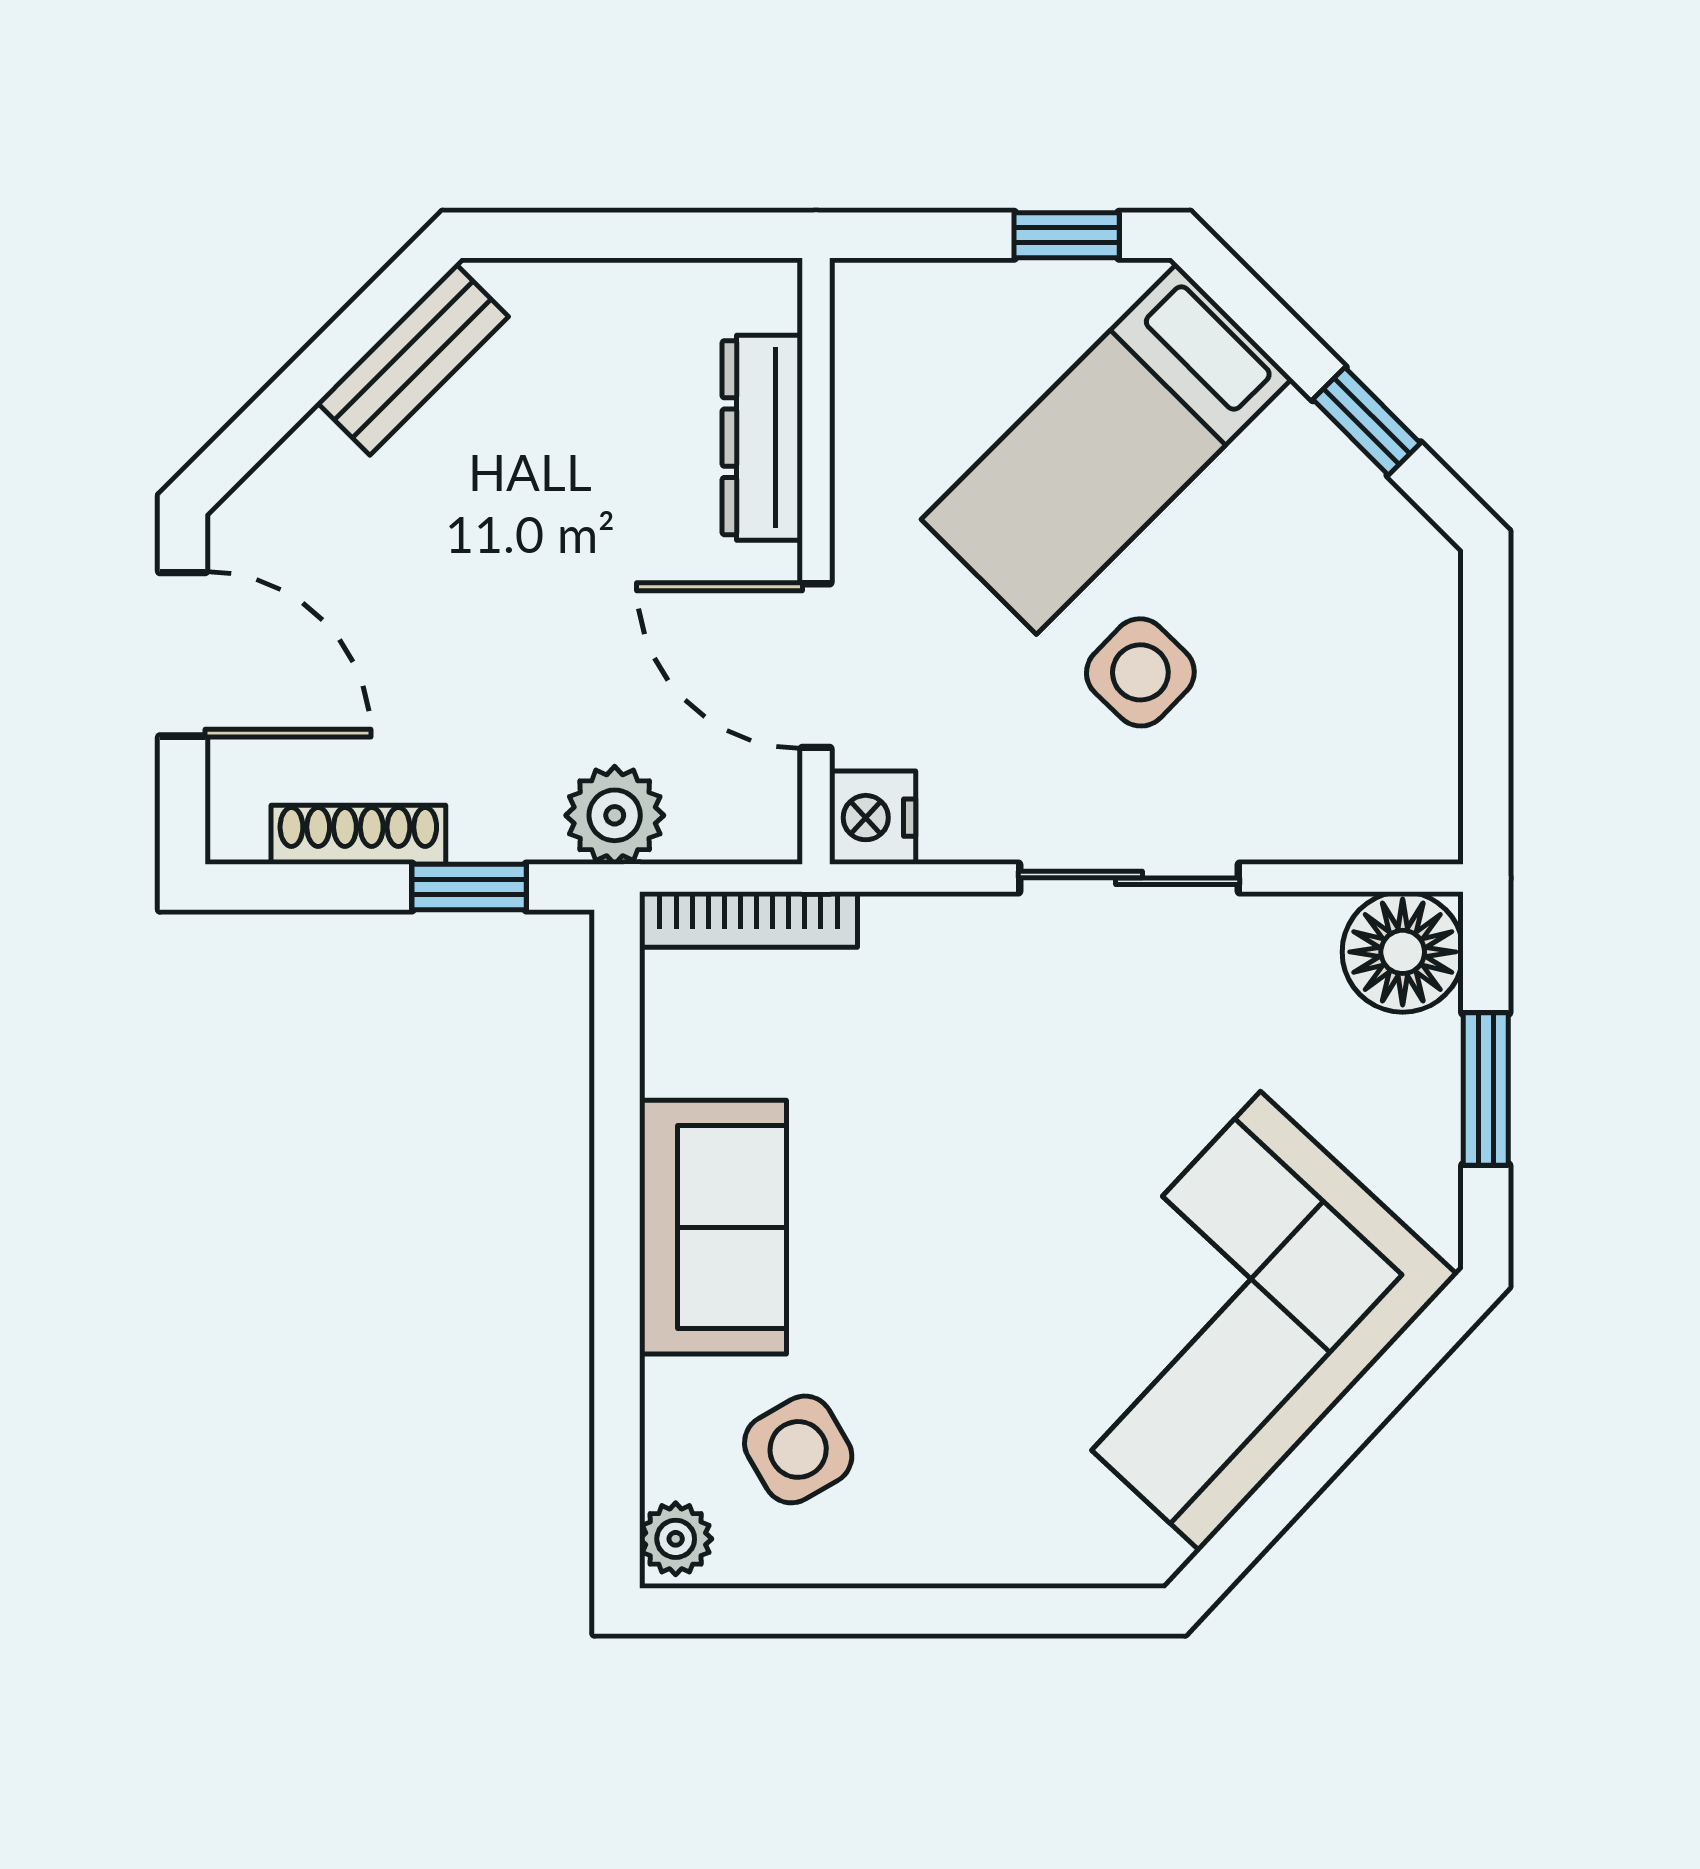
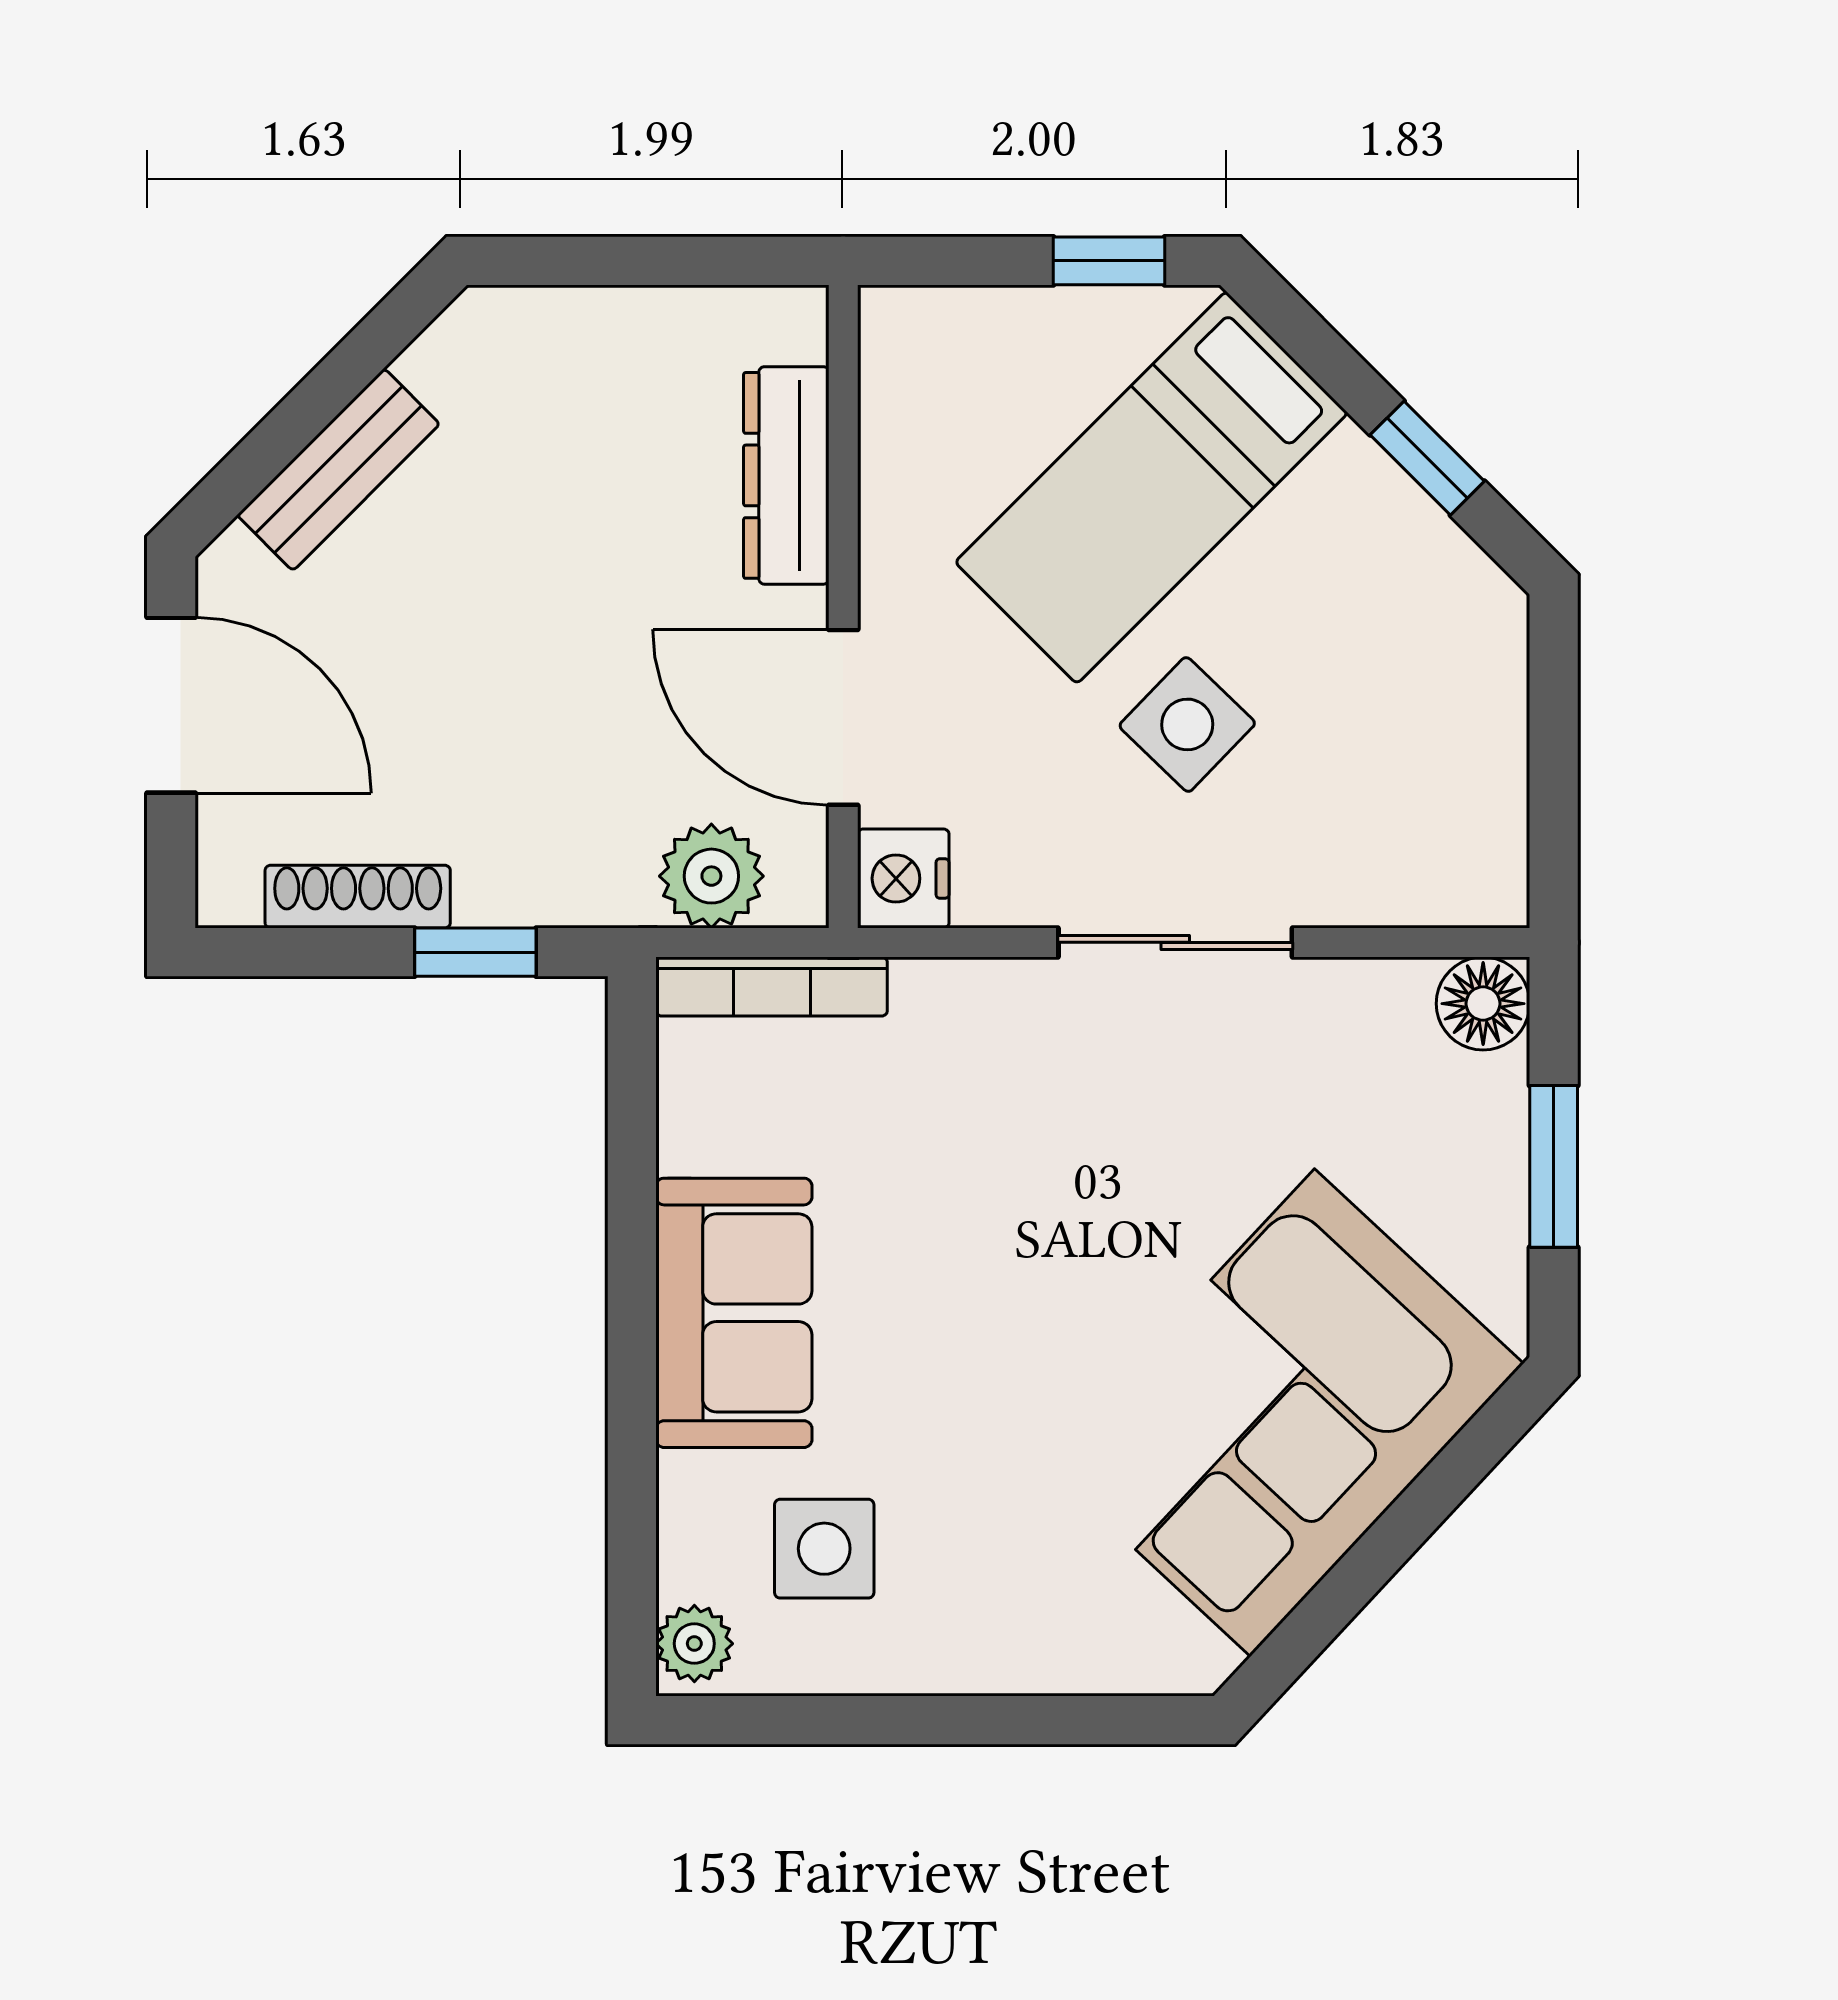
bench: (413, 360) -> (338, 470), moved
plant: (615, 815) -> (711, 876), moved
floor lamp: (1403, 952) -> (1483, 1004), width x0.73, depth x0.73
side table: (798, 1449) -> (824, 1549), turned 30

